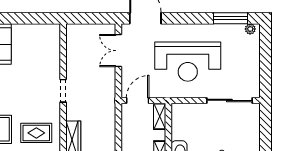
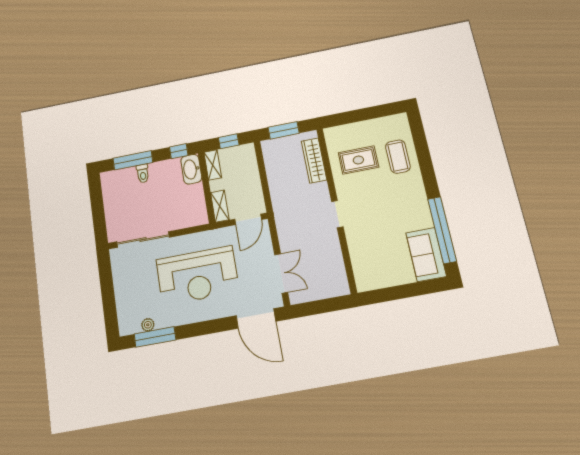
plant: (250, 29) -> (148, 325), moved
reception desk: (188, 62) -> (197, 276), turned 180

